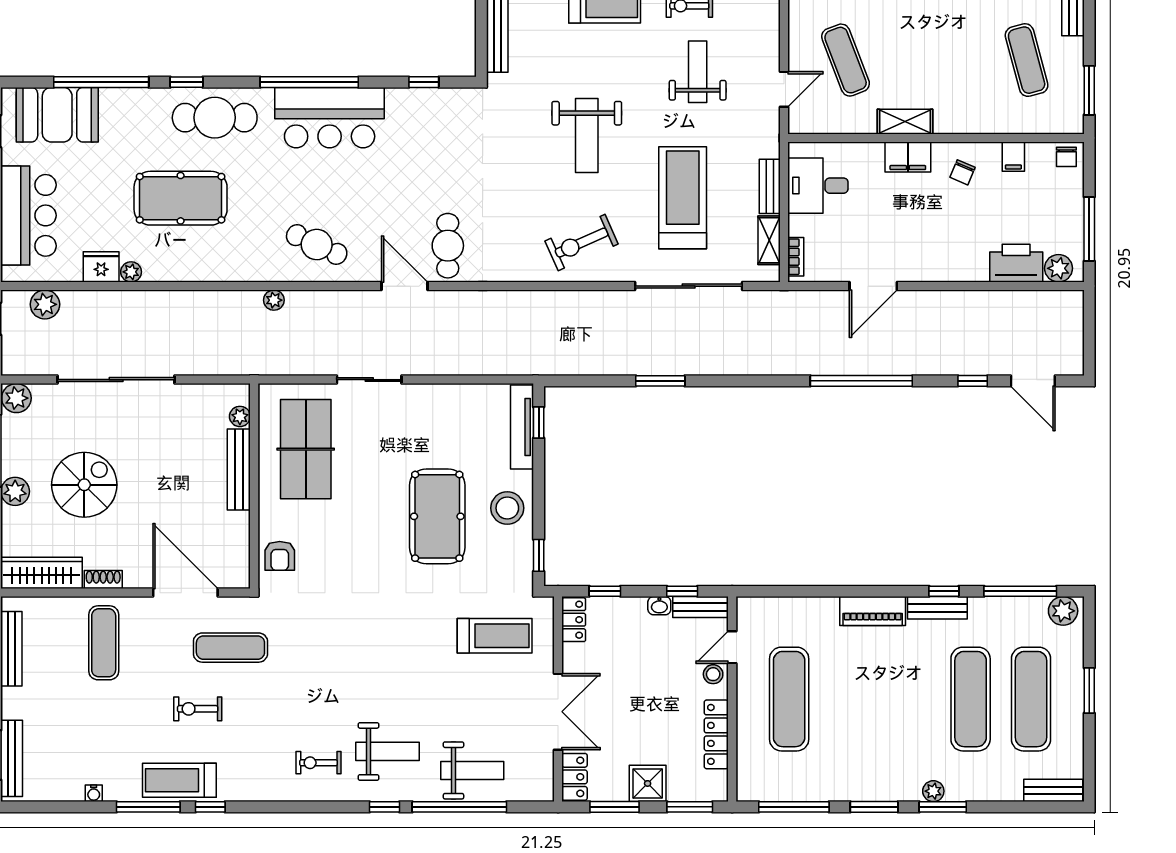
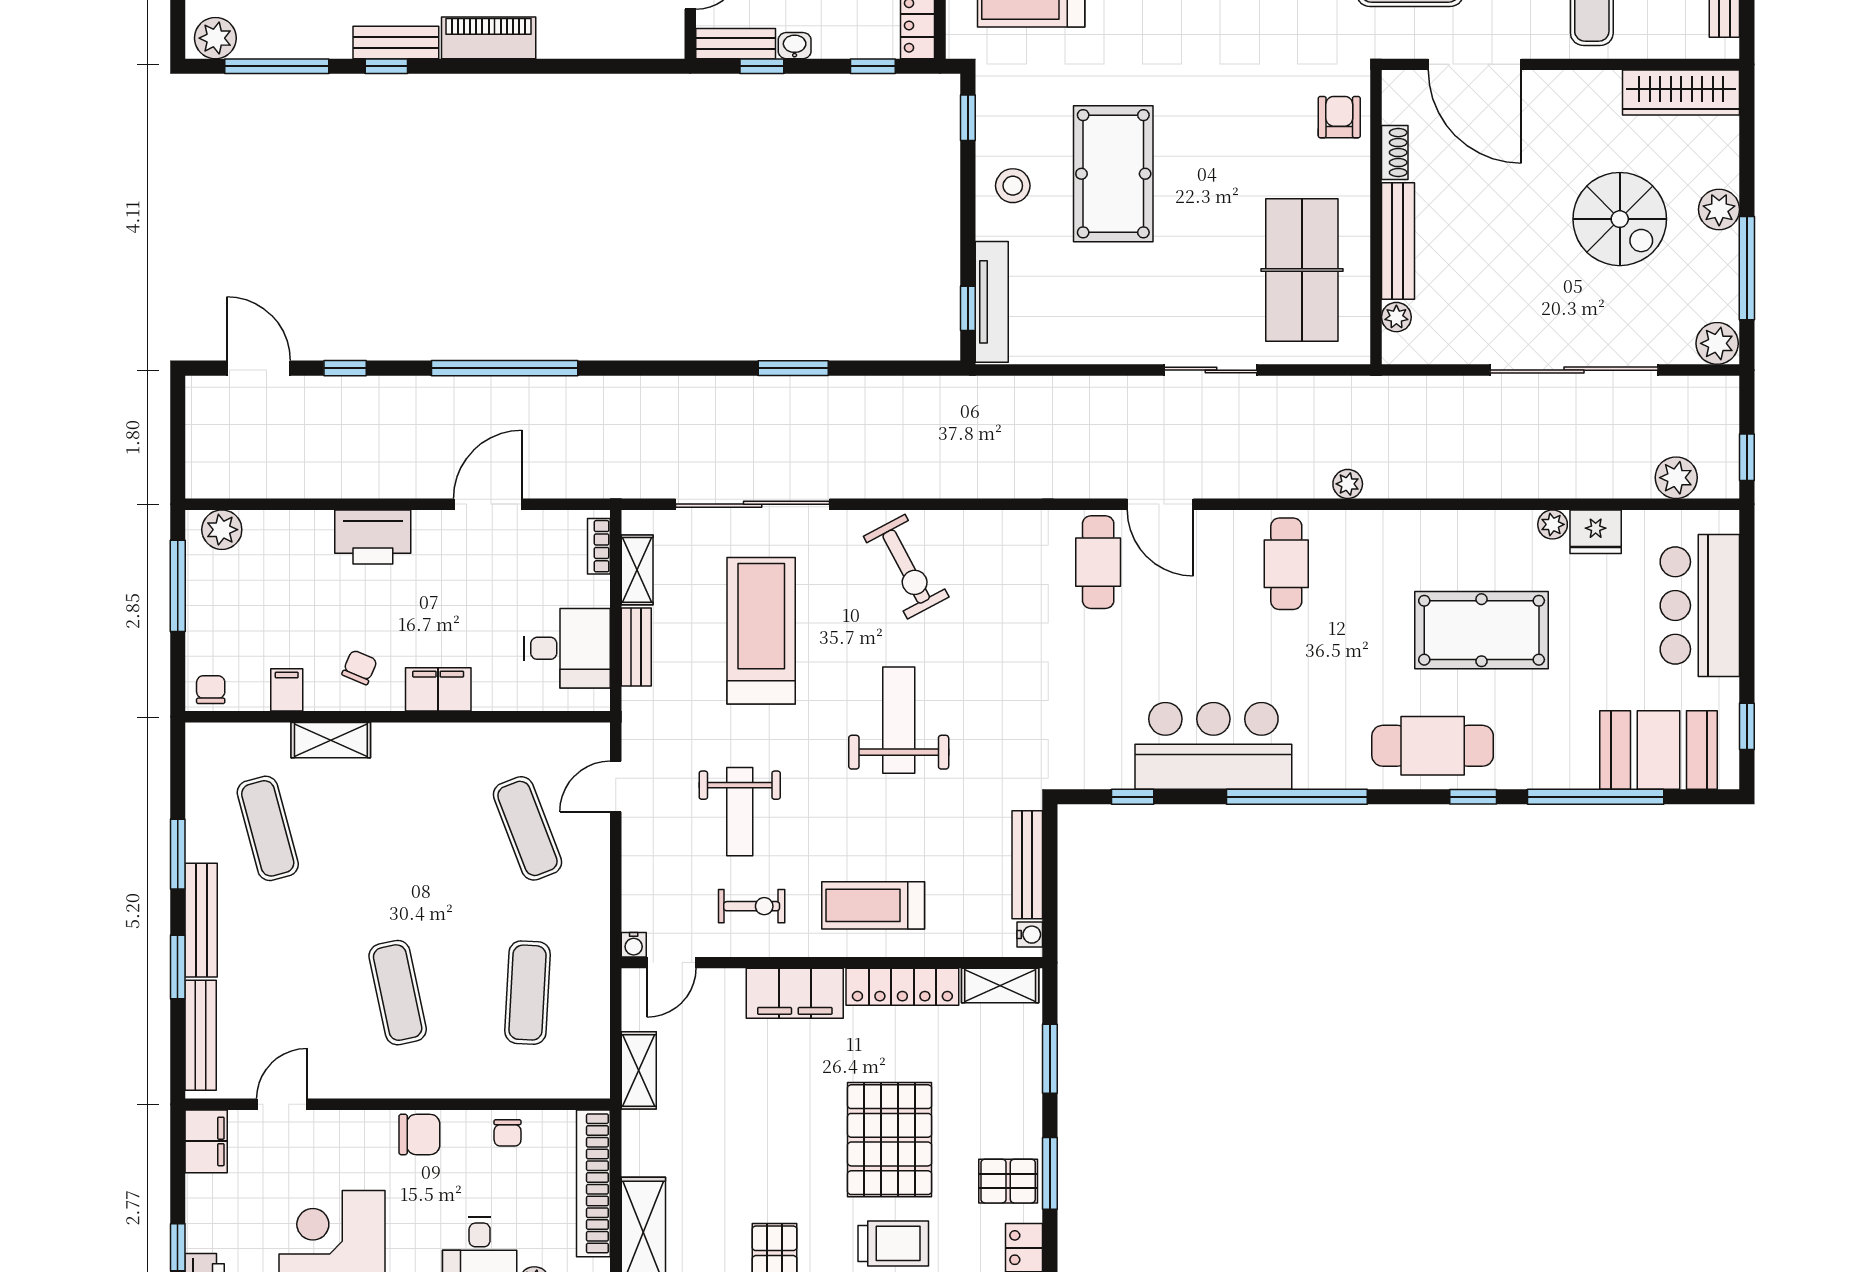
window: (1089, 90) -> (178, 854), moved
bar counter: (330, 118) -> (1213, 746), moved
shelving: (905, 122) -> (331, 740), moved
treadmill: (683, 198) -> (761, 631), turned 180
exercise bike: (582, 243) -> (906, 567), turned 86
cafe table: (317, 245) -> (1286, 564), turned 65
printer: (1016, 263) -> (373, 537), moved
spiral stairs: (84, 485) -> (1620, 219), turned -90
stool: (507, 508) -> (1013, 186), width x0.73, depth x0.73
shoe rack: (103, 579) -> (1395, 153), moved, turned -90

